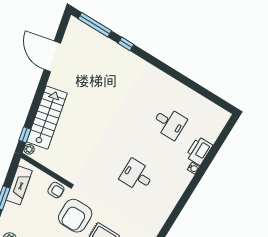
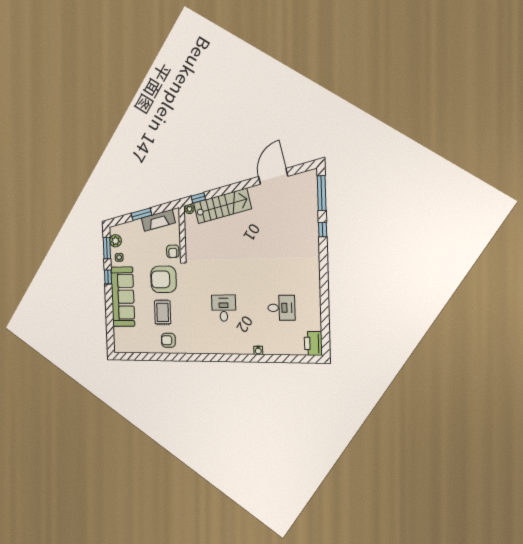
desk: (169, 123) -> (281, 308), turned -90
printer: (199, 151) -> (313, 343), moved, turned -90

